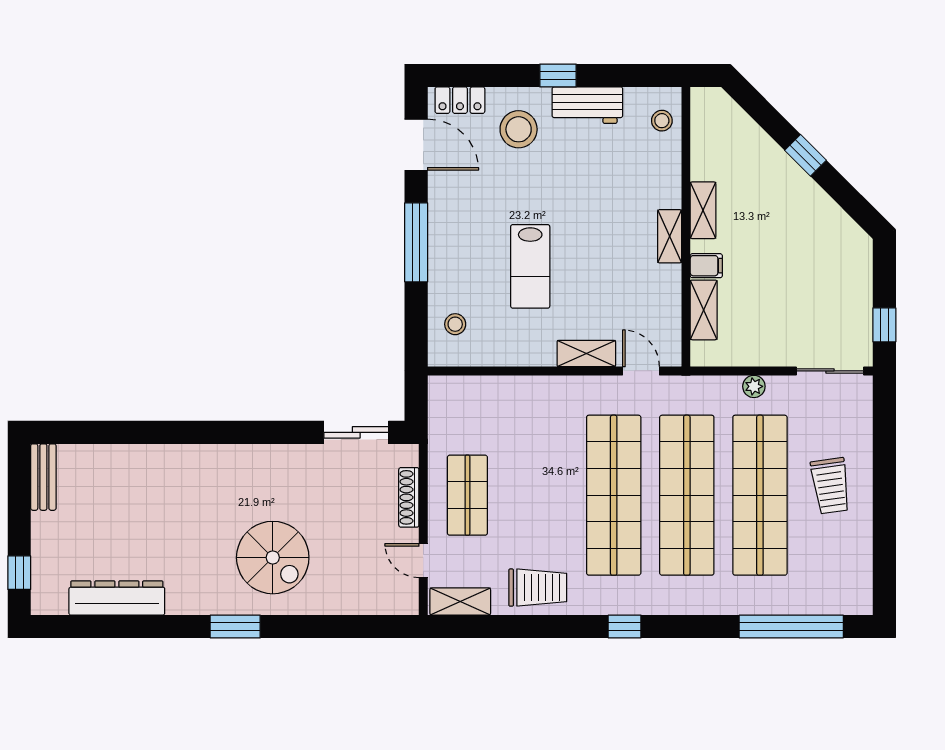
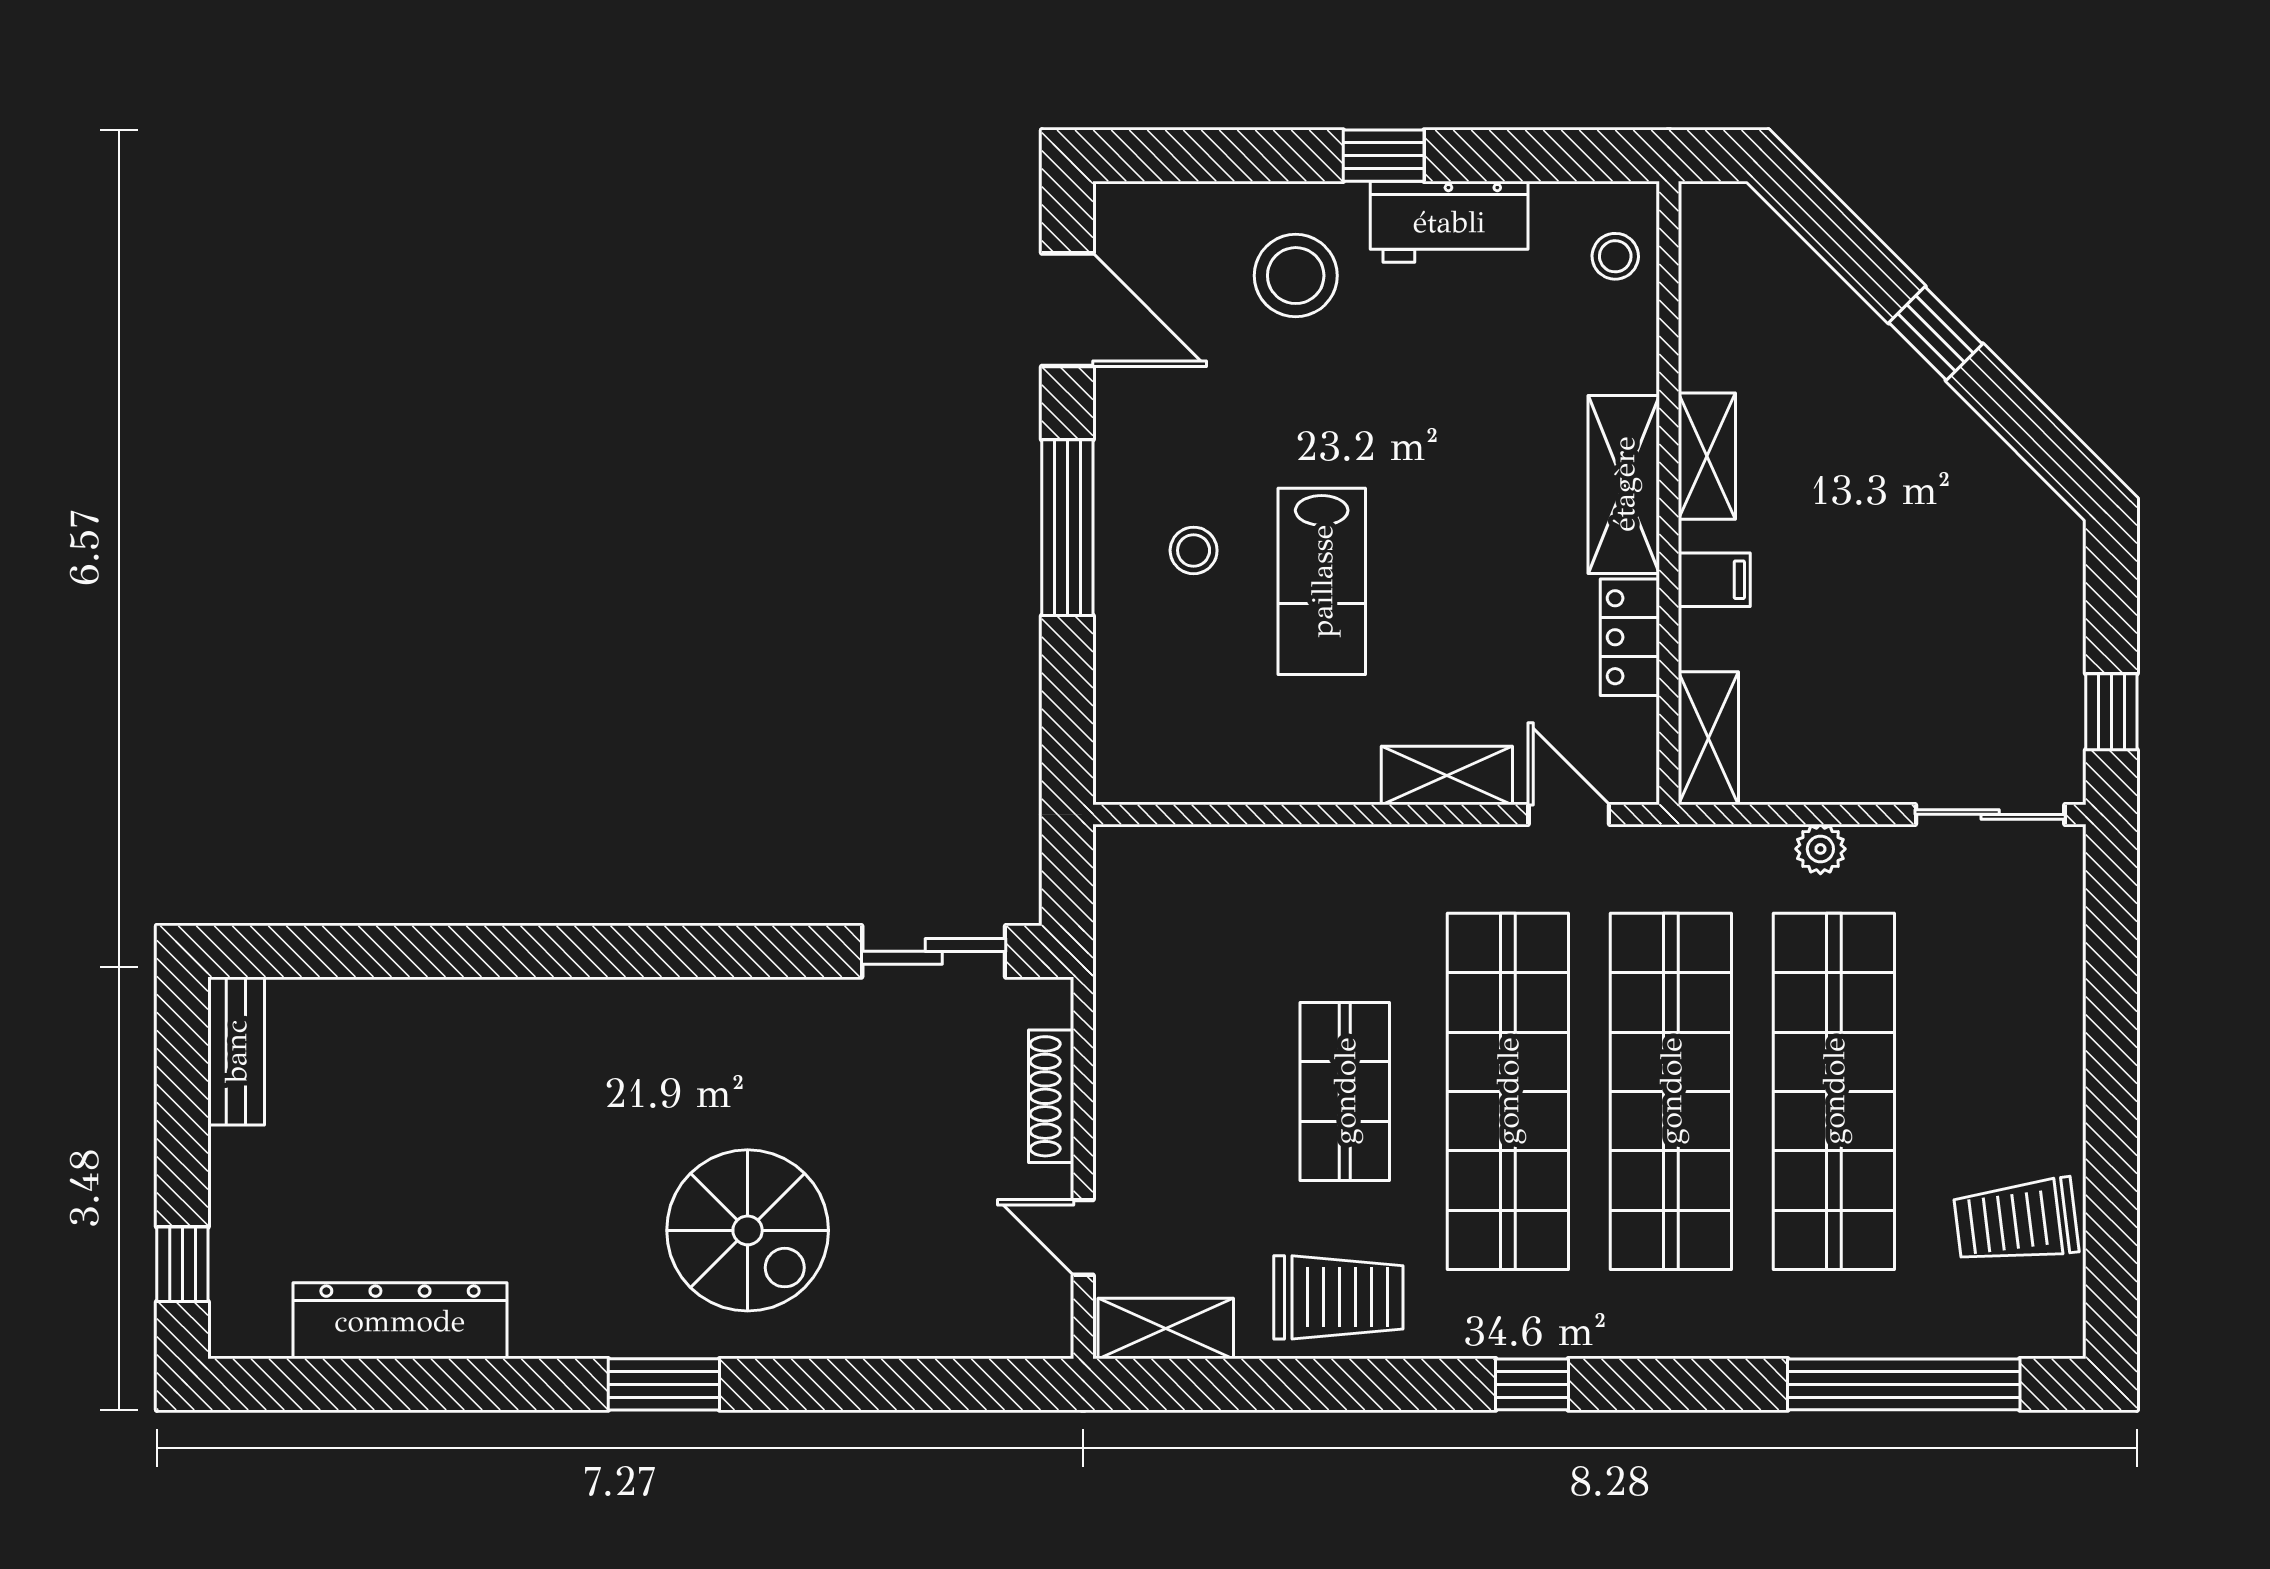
locker: (460, 100) -> (1630, 637), moved, turned 90
shelving: (670, 236) -> (1624, 484), width x1.50, depth x1.33
shelving: (704, 310) -> (1708, 738), moved
stool: (455, 324) -> (1194, 550), moved
trolley: (831, 486) -> (2016, 1221), moved, turned 91
shop shelf: (467, 495) -> (1345, 1091), moved

